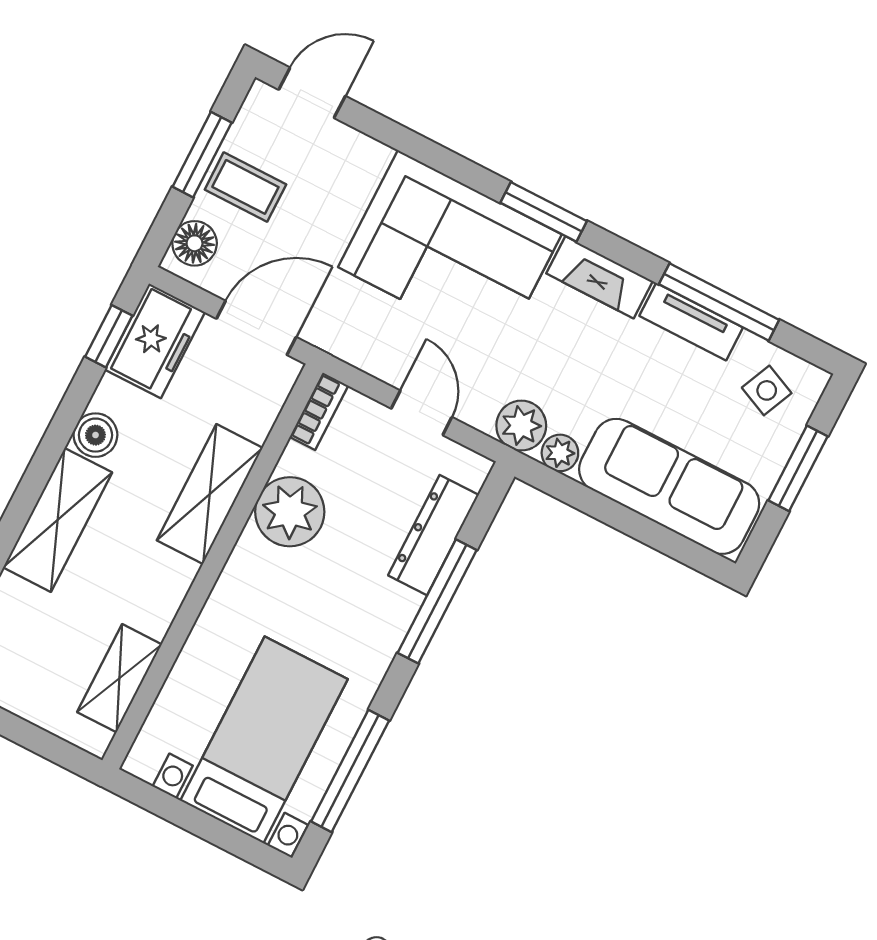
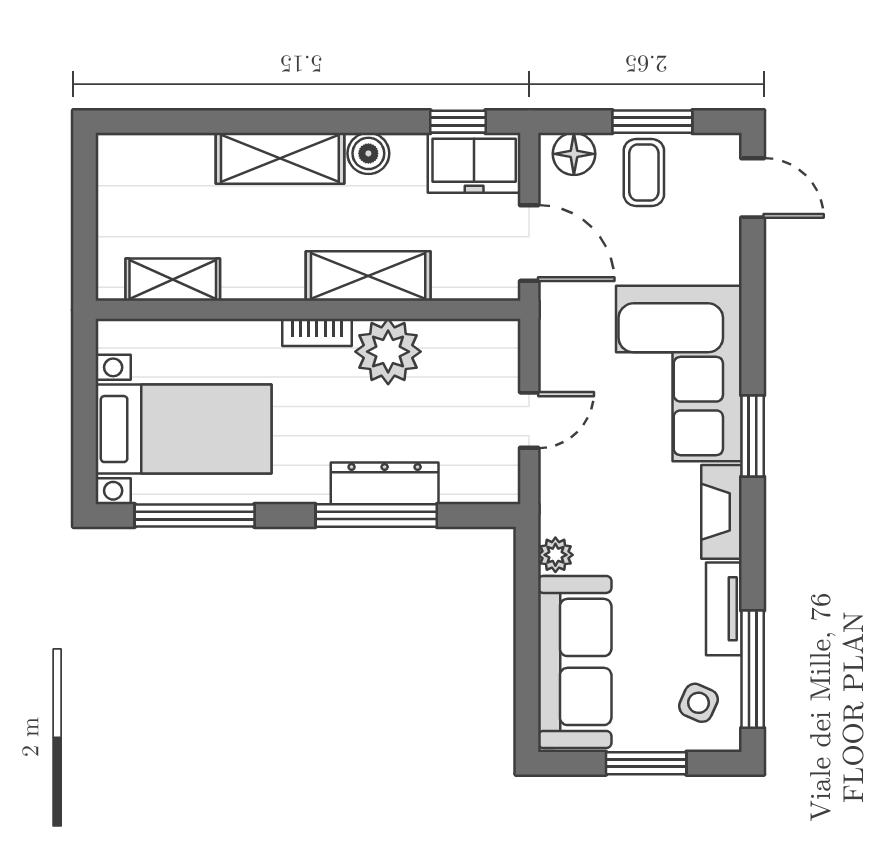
window: (719, 302) -> (753, 669), moved
bookcase: (319, 411) -> (317, 332), moved
plant: (521, 426) -> (562, 510), removed
dresser: (433, 535) -> (385, 483), moved

